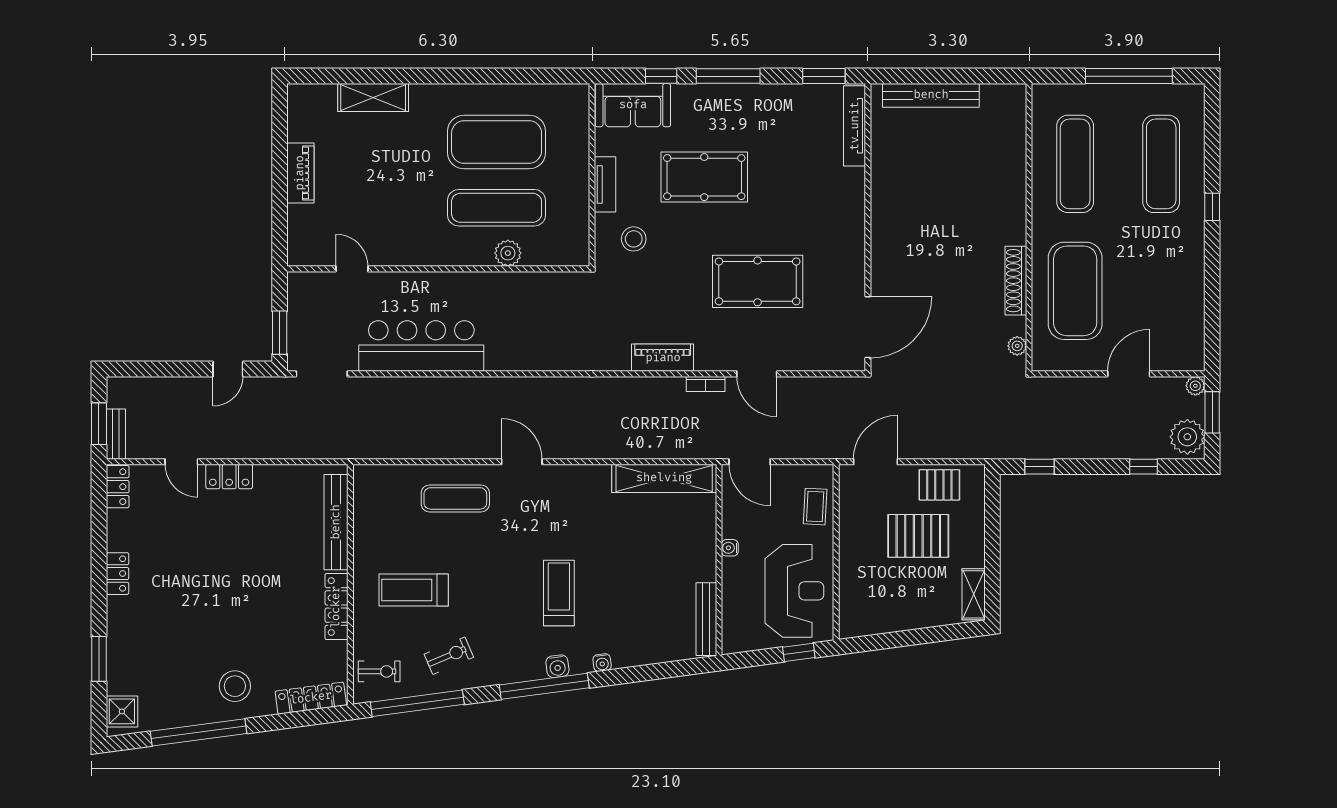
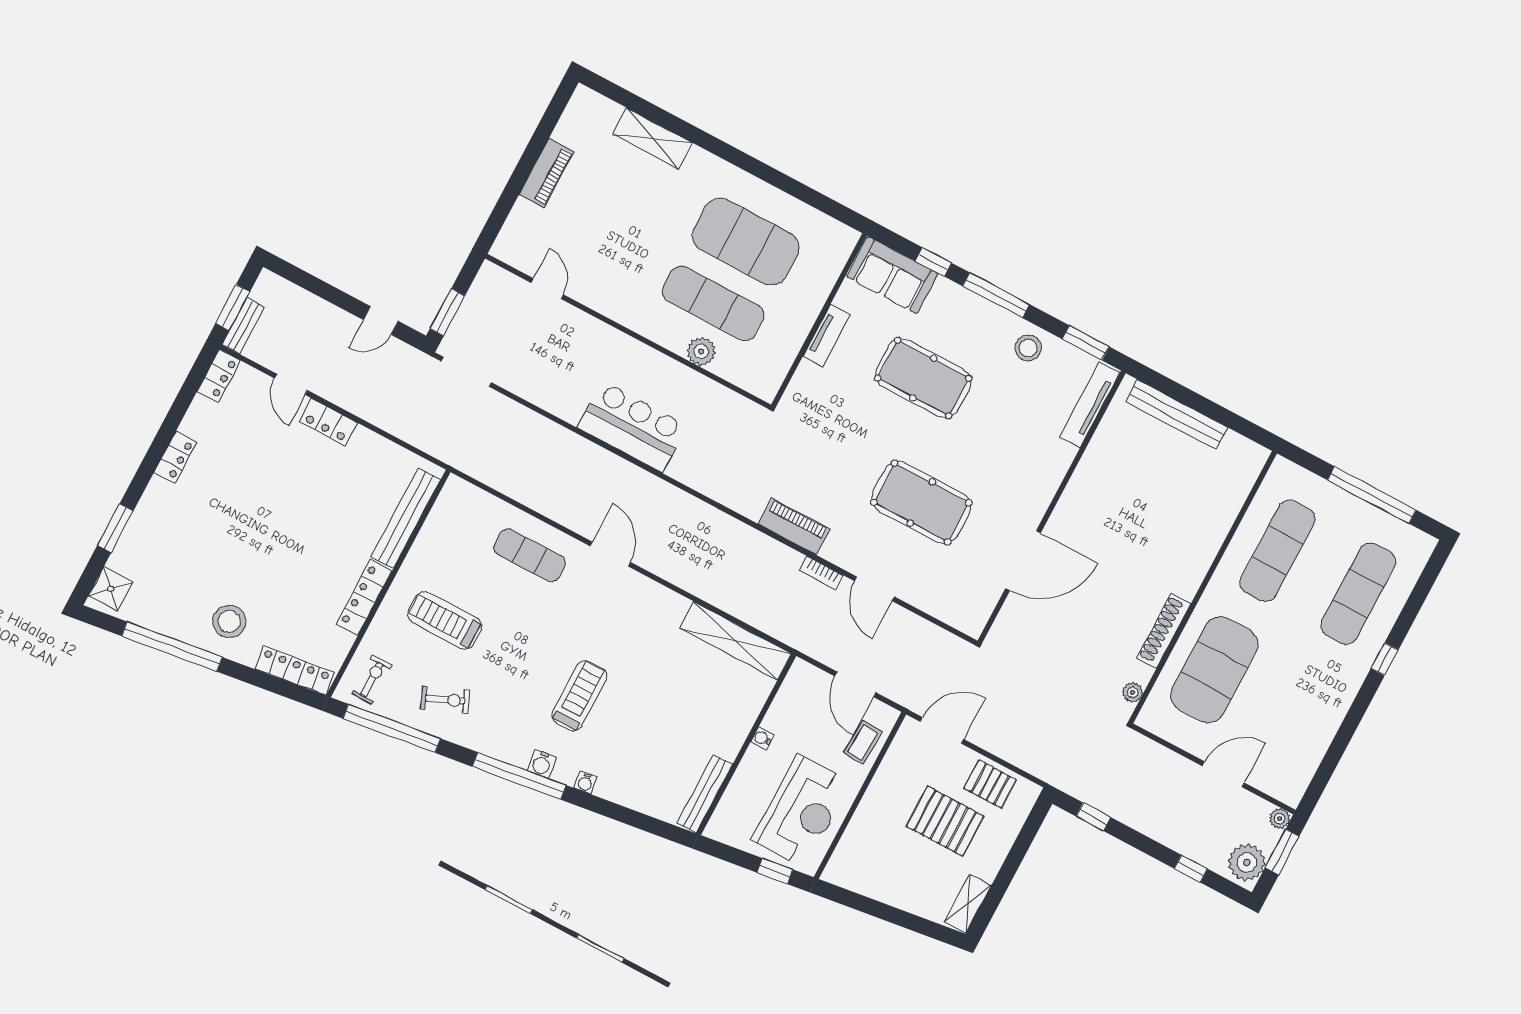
stool: (634, 239) -> (1028, 348), moved
door: (868, 327) -> (1023, 561), moved
bar counter: (421, 346) -> (632, 427), moved, width x0.73
door: (750, 462) -> (855, 684), moved
exercise bike: (379, 671) -> (372, 680), turned -90

